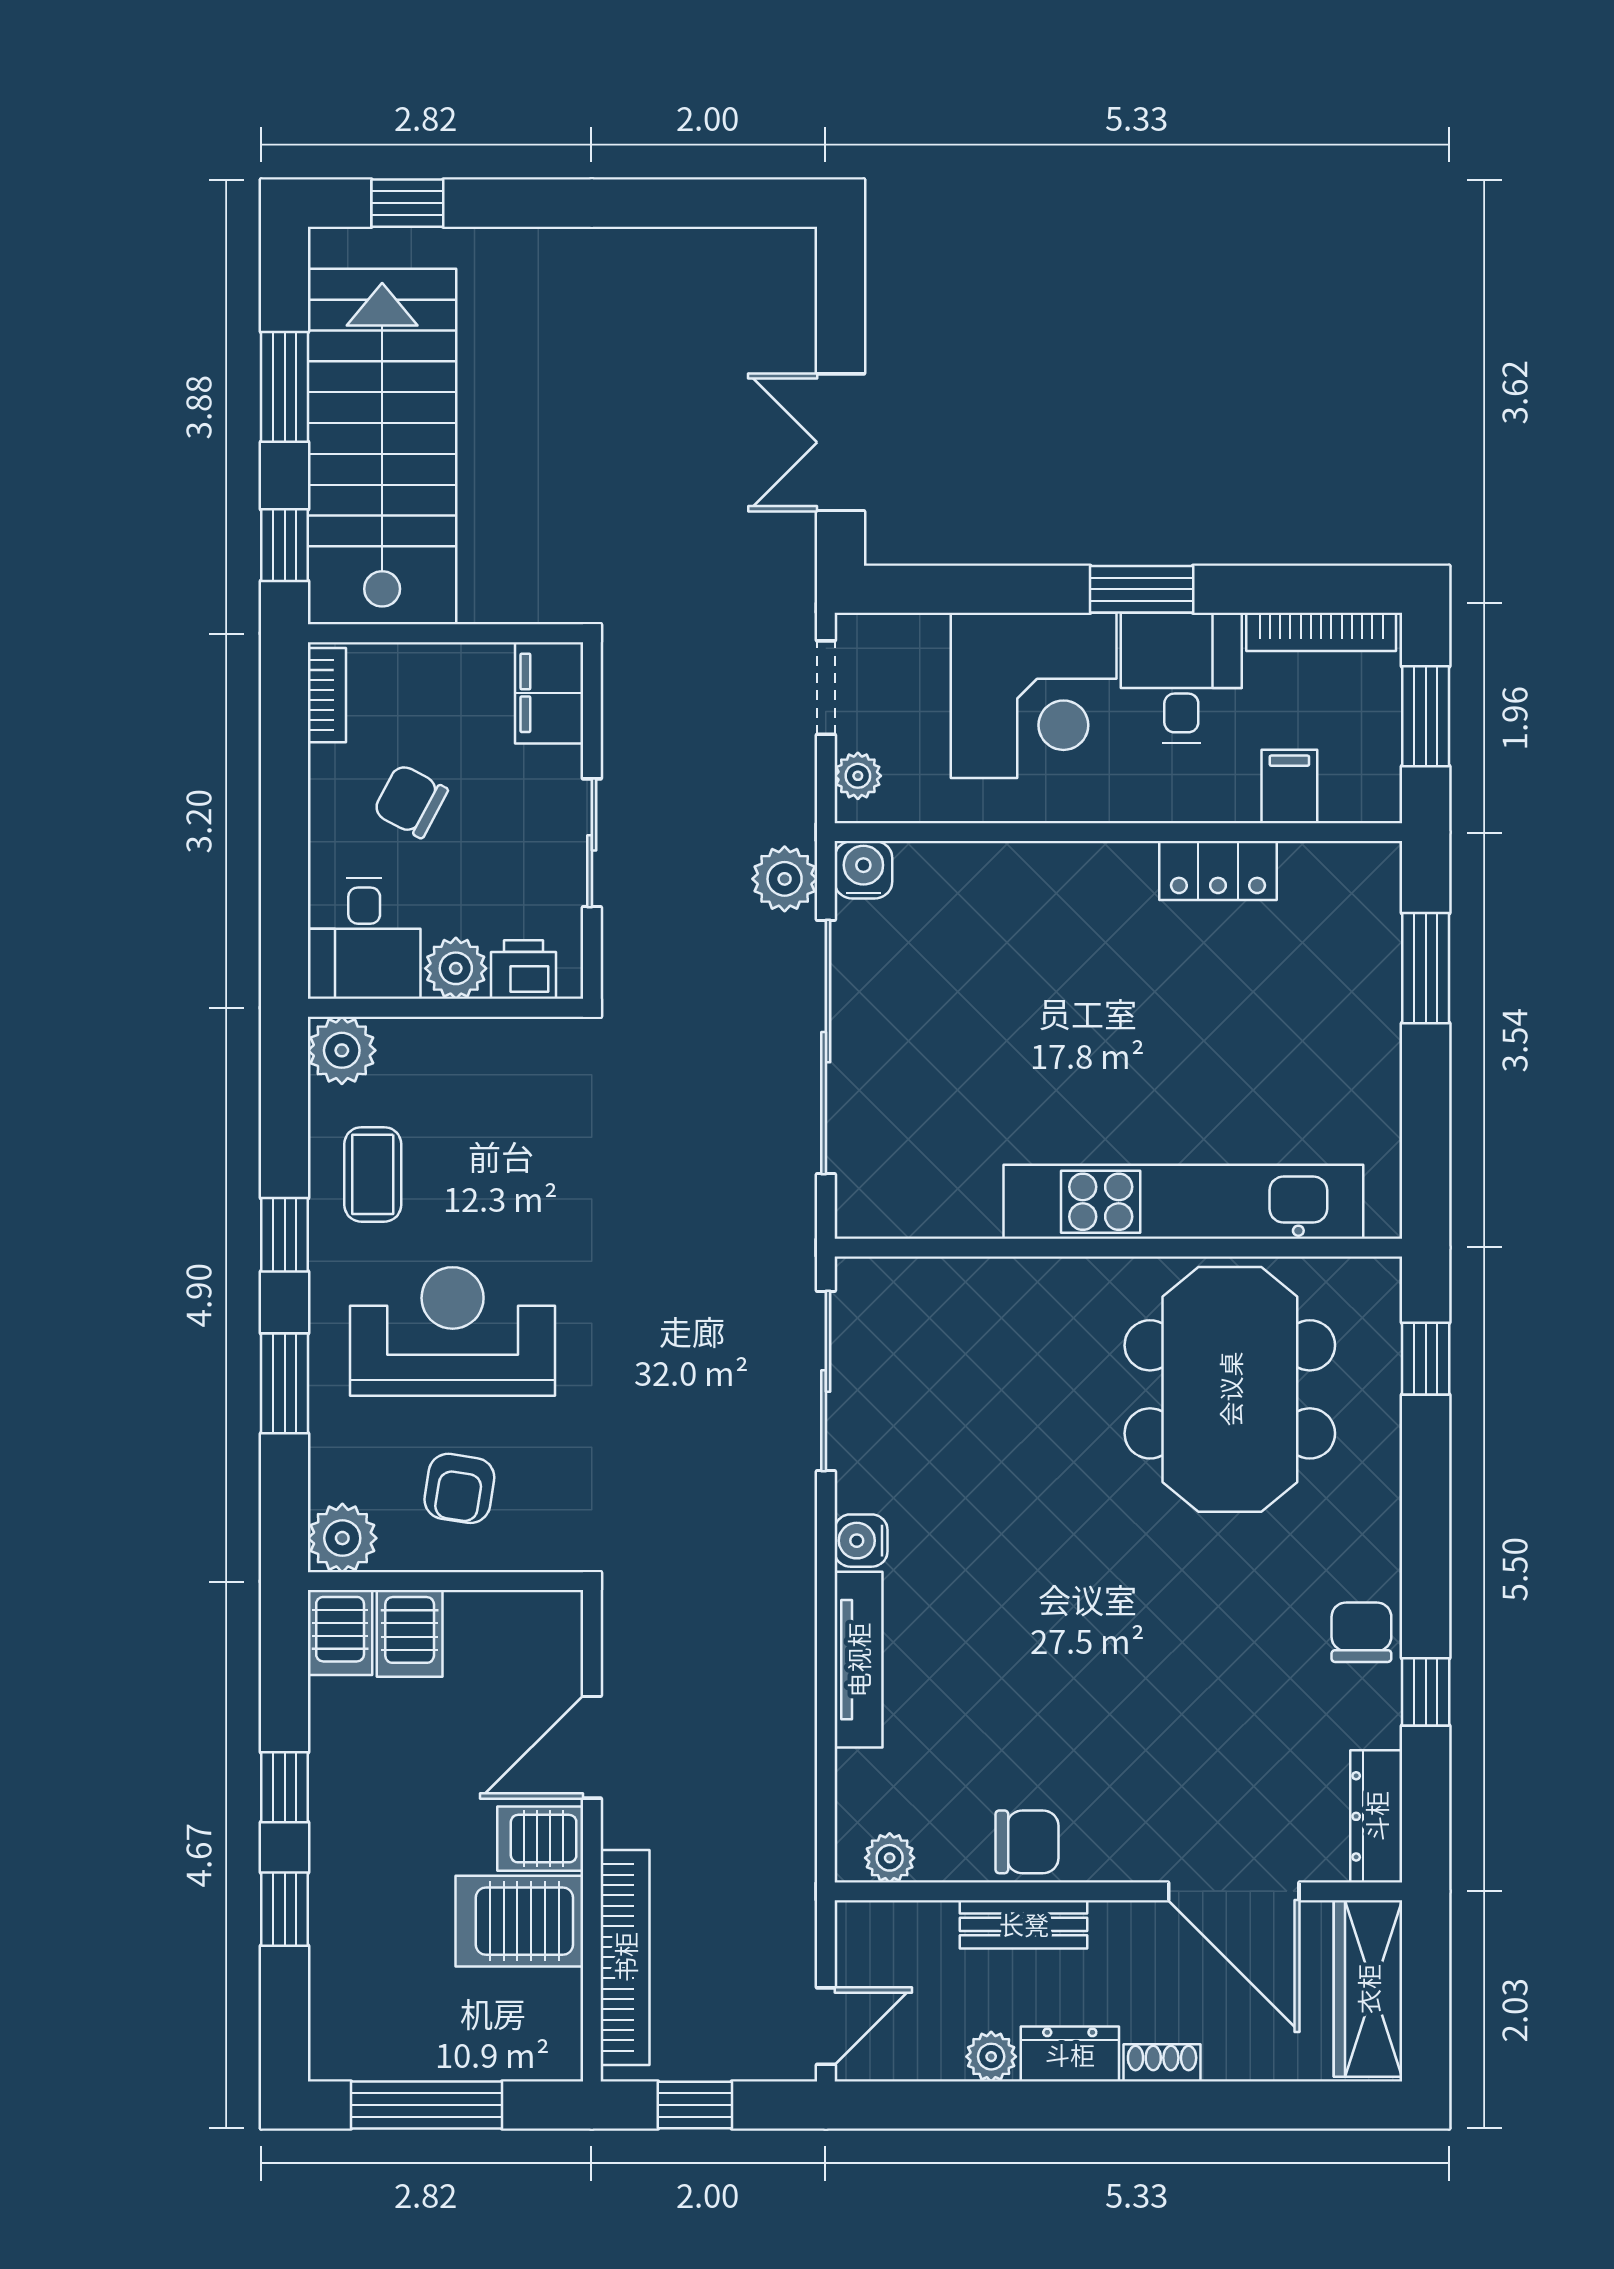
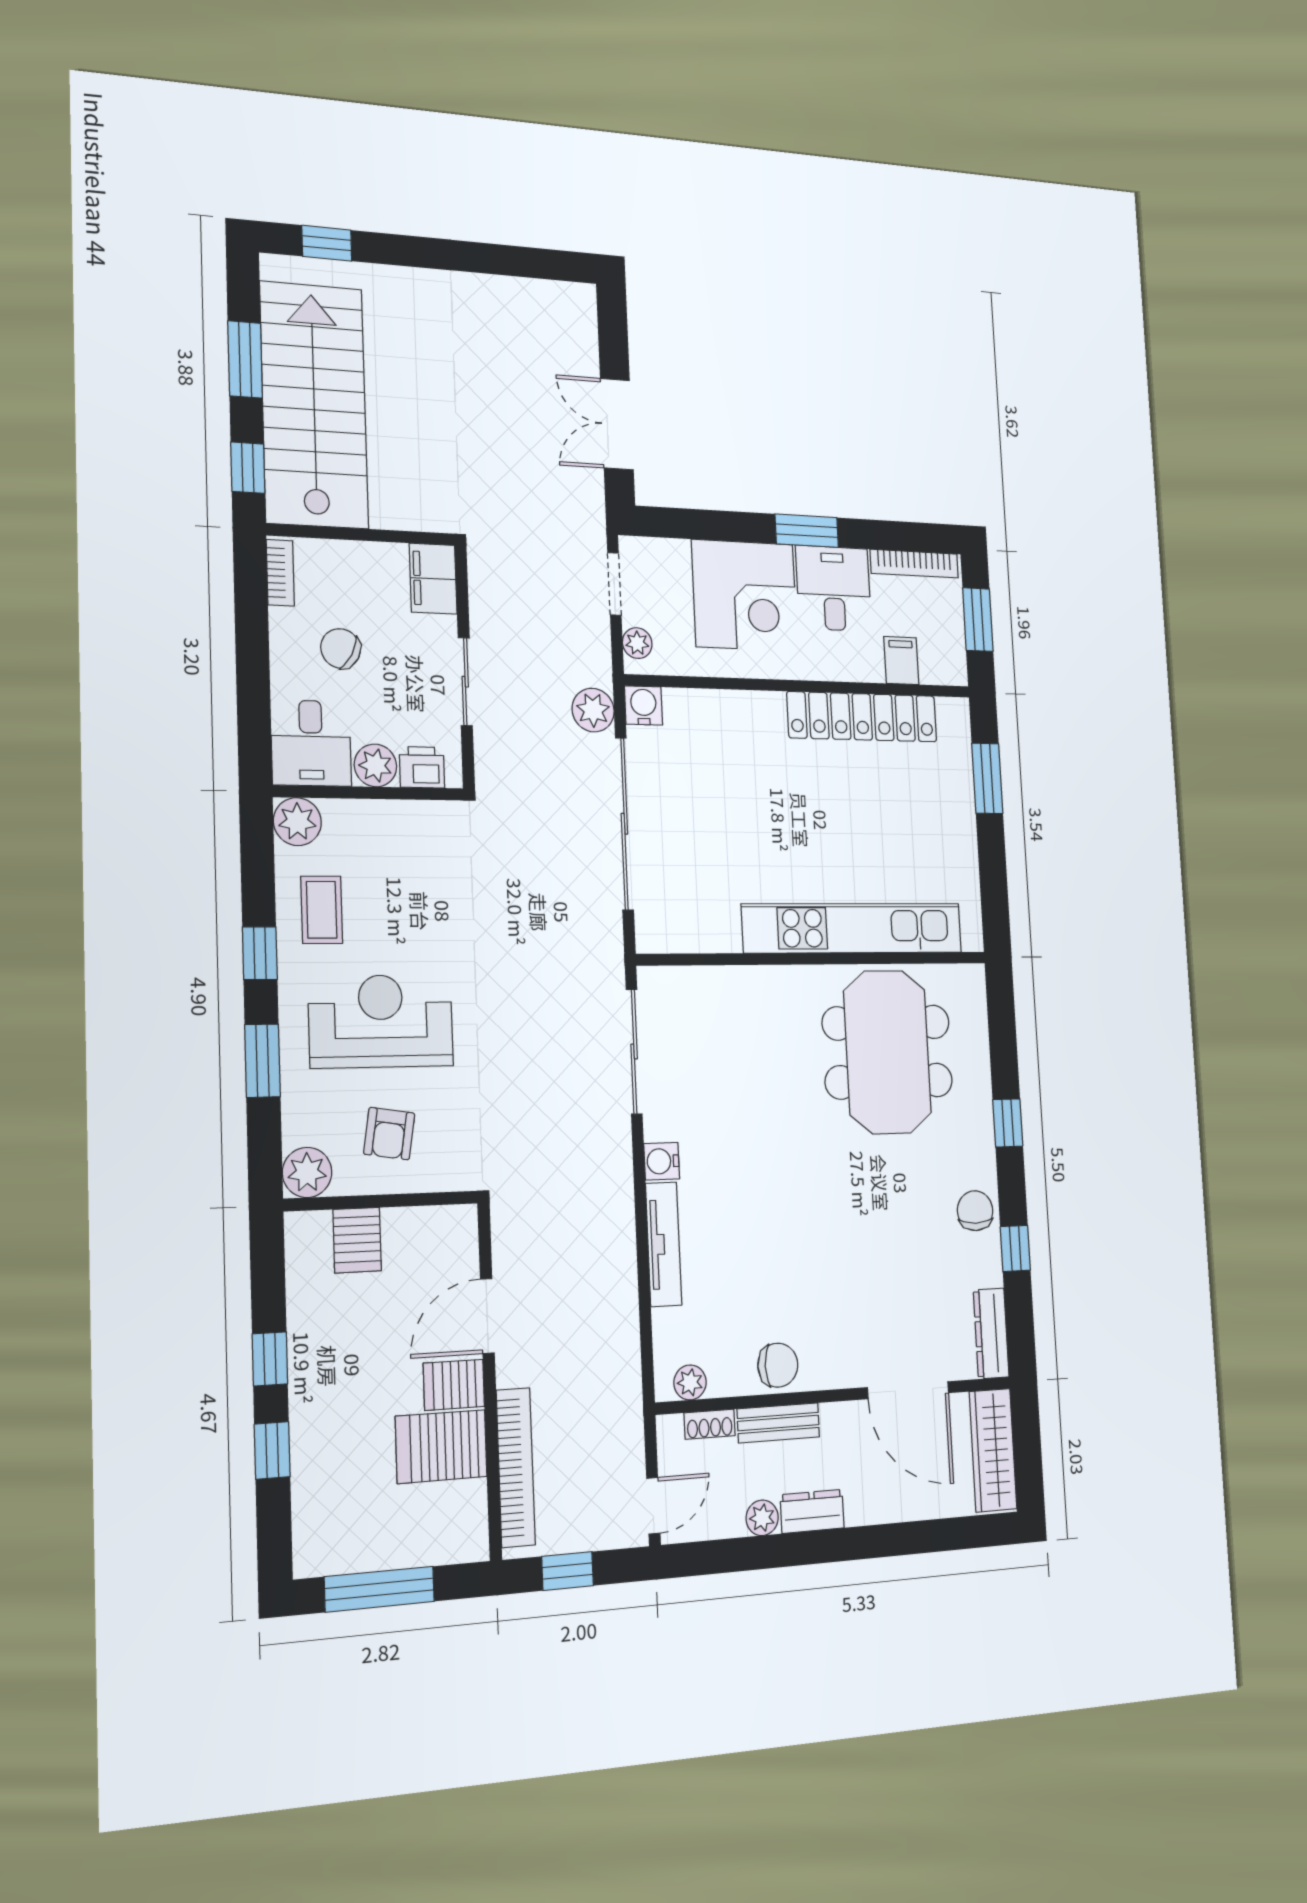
locker: (1218, 871) -> (862, 717), width x2.16, depth x1.21
window: (1426, 1359) -> (1008, 1123), moved
server rack: (340, 1633) -> (307, 1242), removed
shoe rack: (1162, 2063) -> (710, 1424), moved, turned 180

